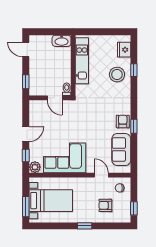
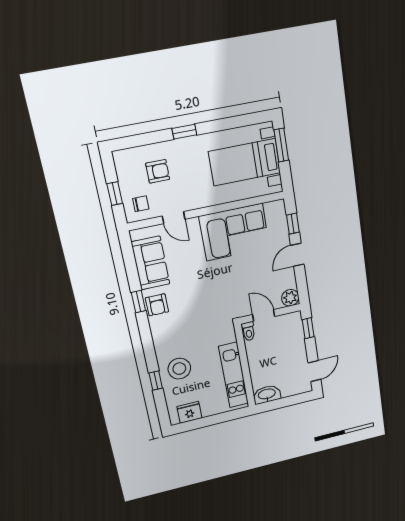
door: (26, 49) -> (314, 371), hinge flipped
fridge: (124, 50) -> (189, 412), moved, turned -90
plant: (35, 167) -> (290, 298), moved
window: (134, 208) -> (115, 194), moved

